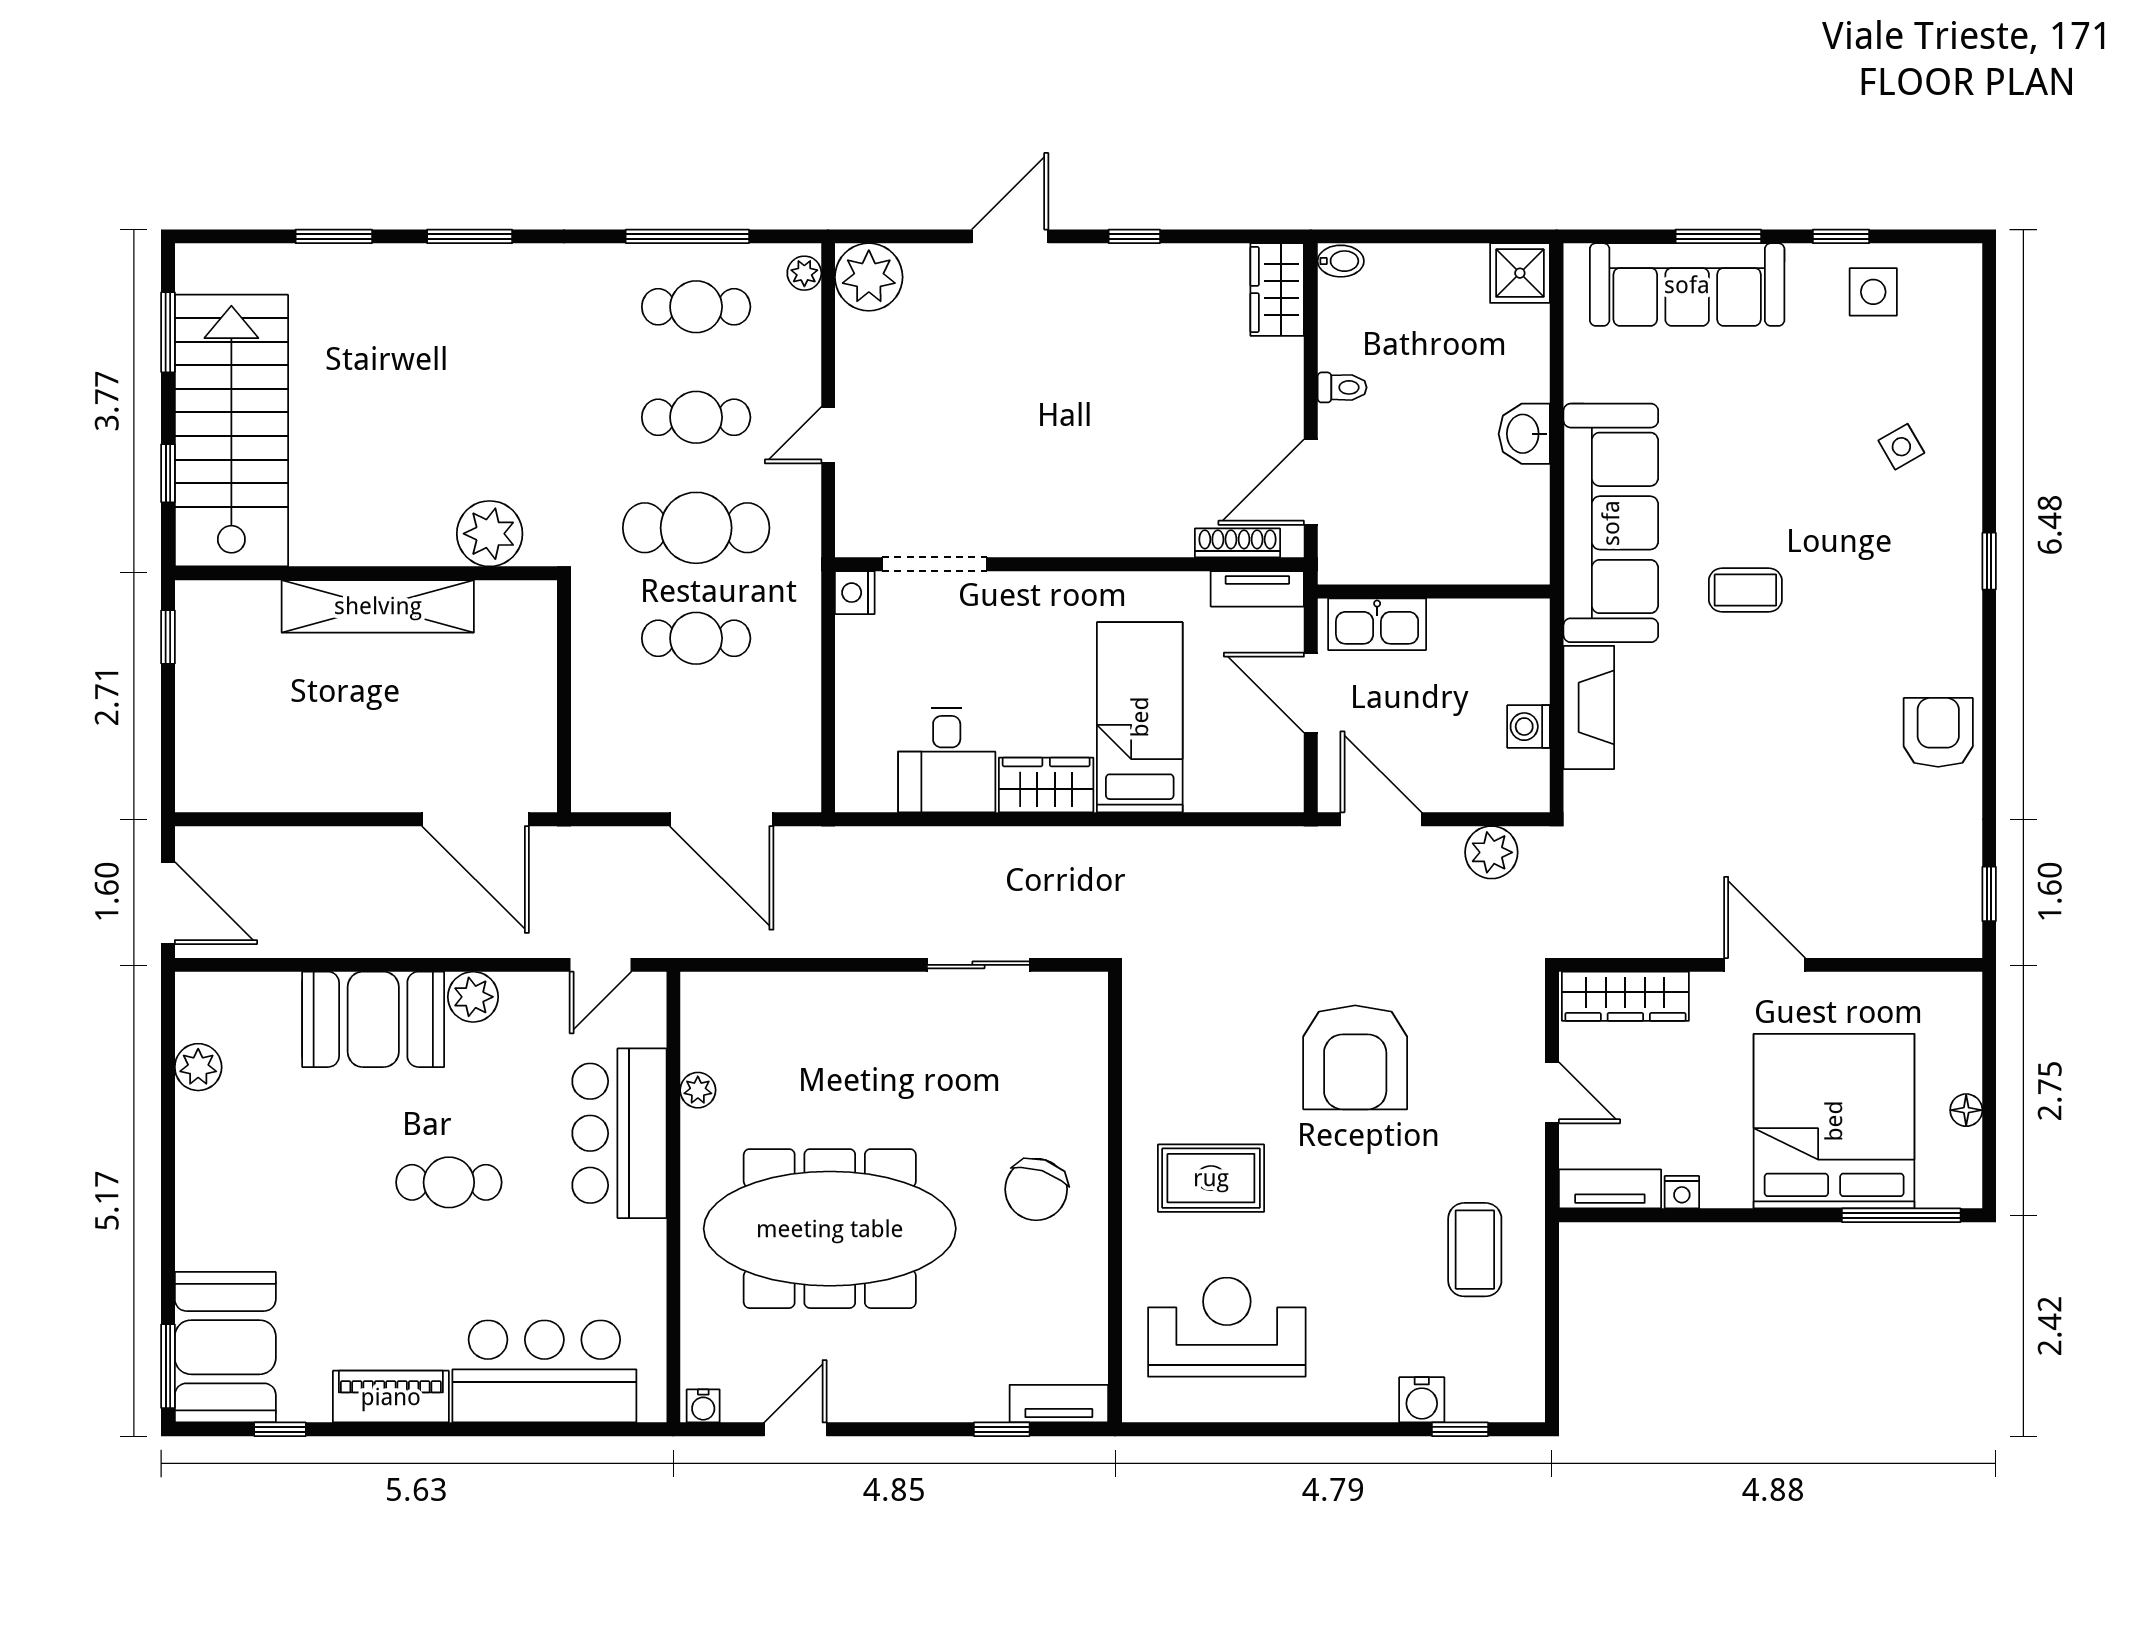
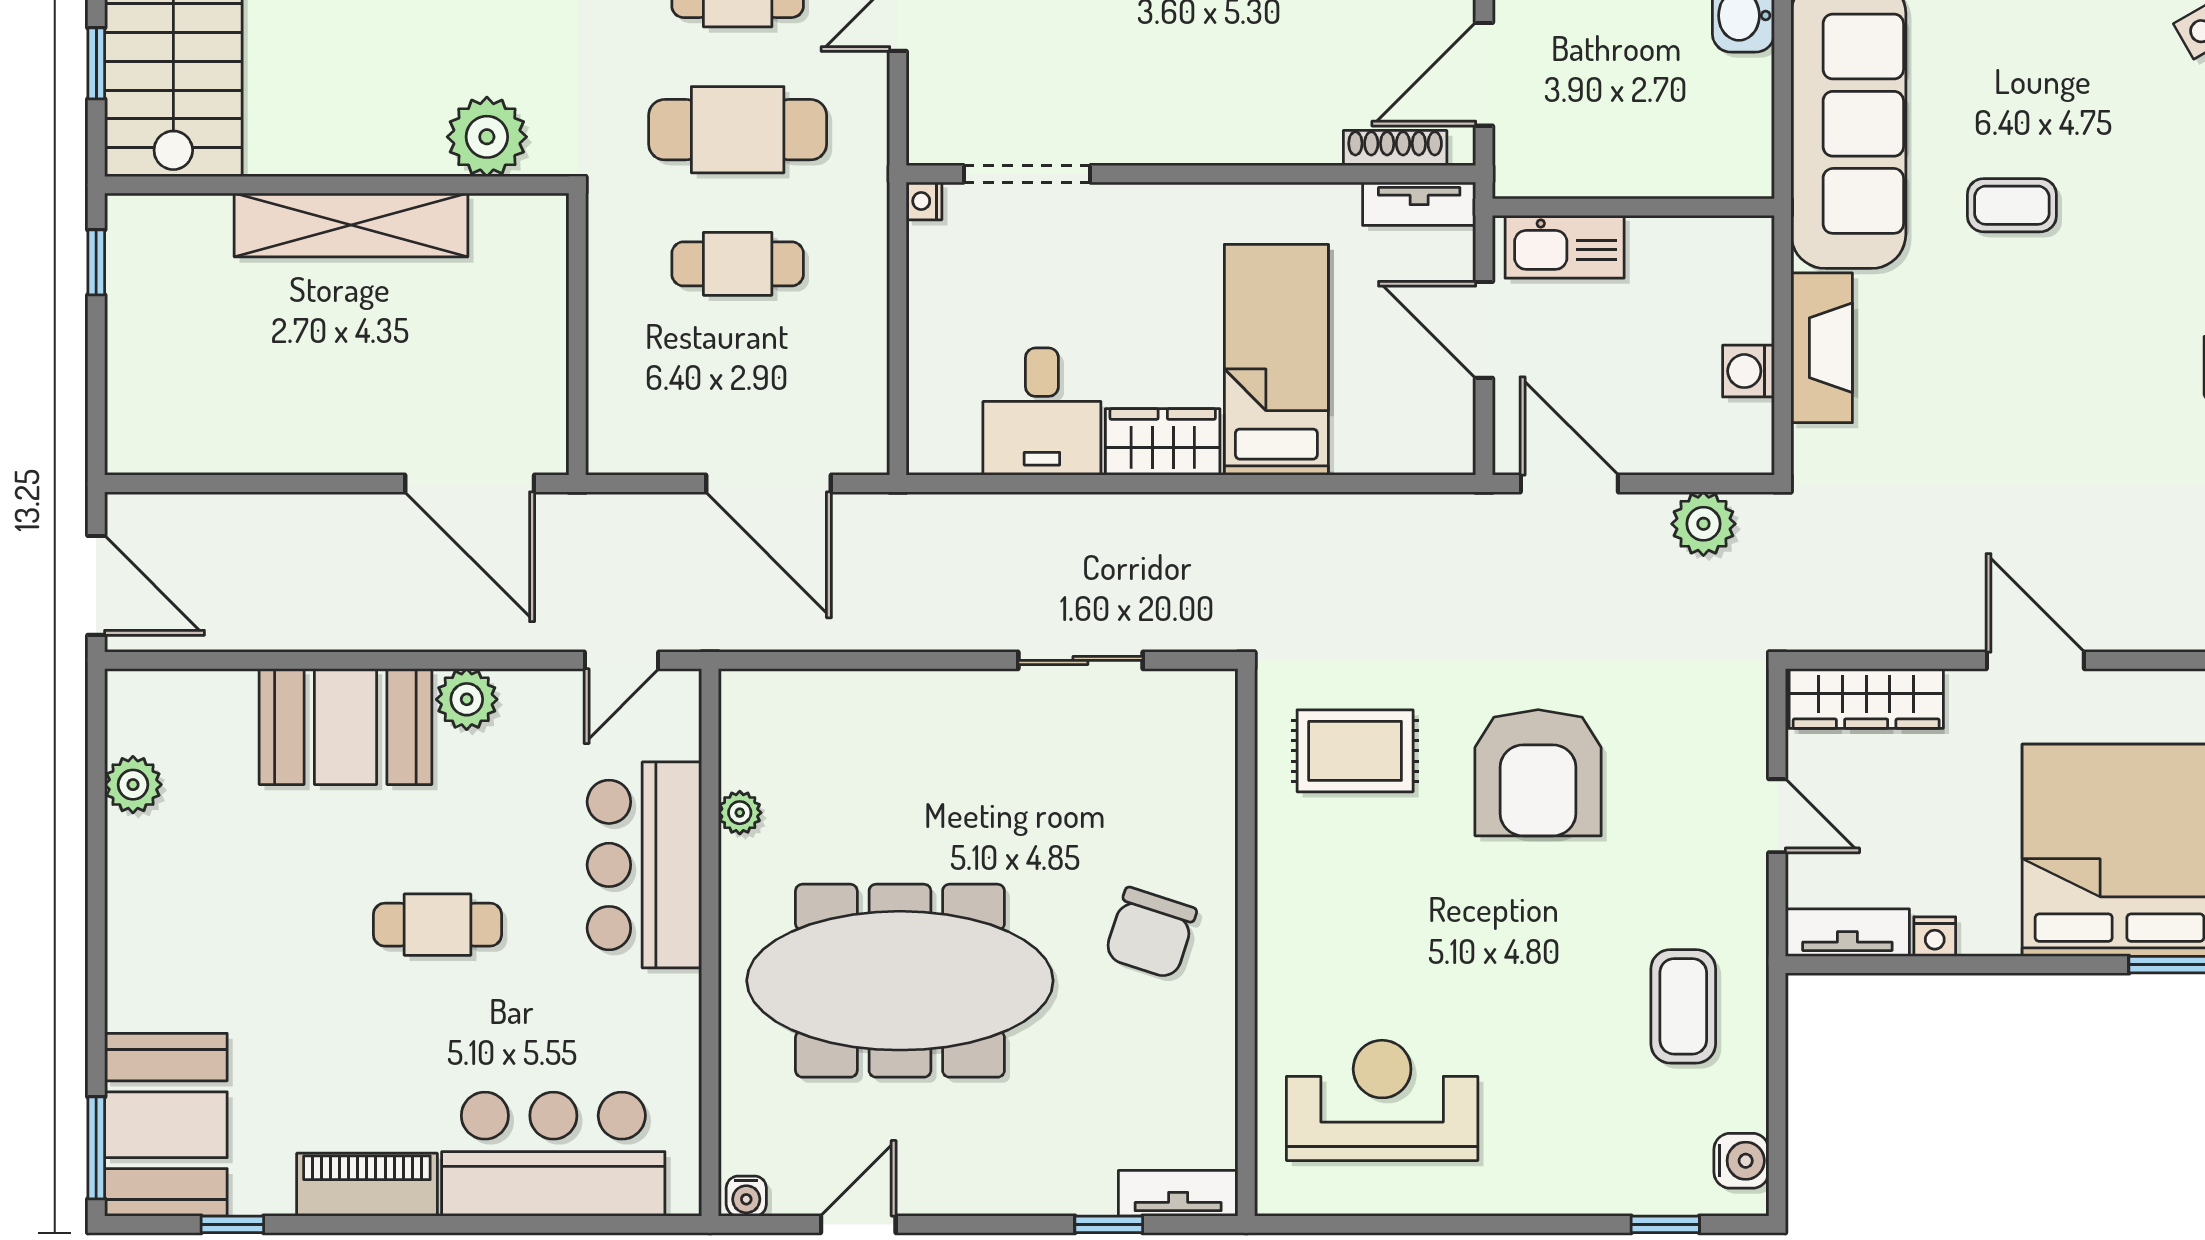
nightstand: (855, 593) -> (924, 201), width x0.72, depth x0.74
rug: (1211, 1178) -> (1355, 751), moved
water cooler: (1422, 1400) -> (1741, 1161), moved, turned -90

